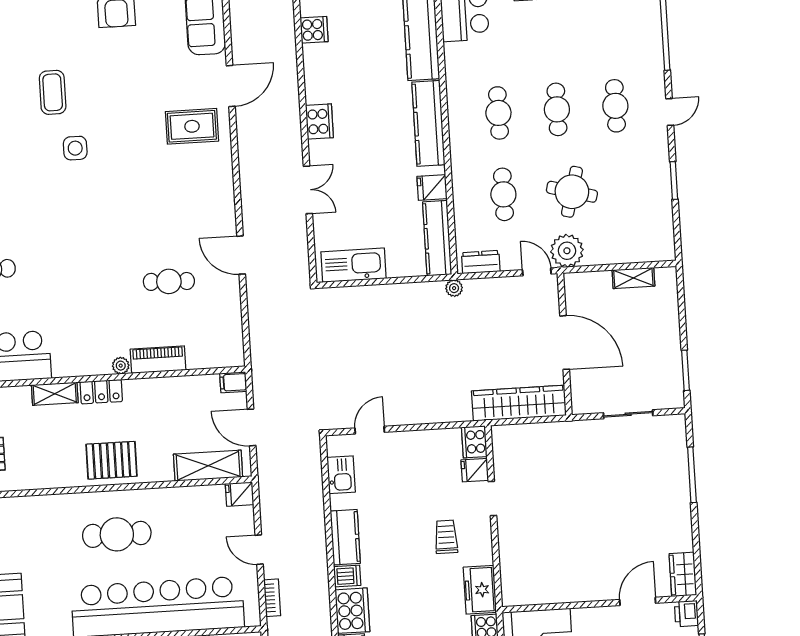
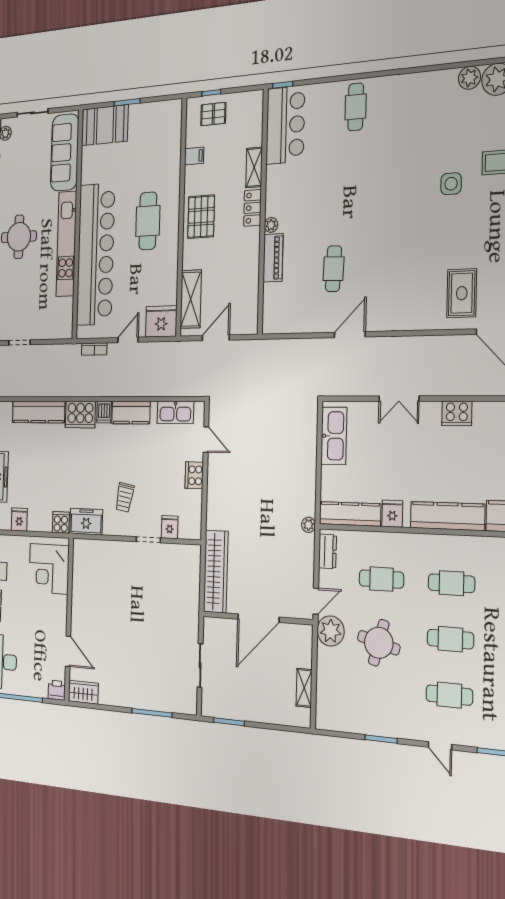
filing cabinet: (233, 382) -> (194, 156), moved, turned 90
cooker: (474, 442) -> (194, 475), moved, turned -90
kitchen sink: (341, 475) -> (175, 412), width x1.38
fridge: (240, 494) -> (161, 321), width x1.88, depth x1.34
trolley: (446, 537) -> (125, 497), turned 100

